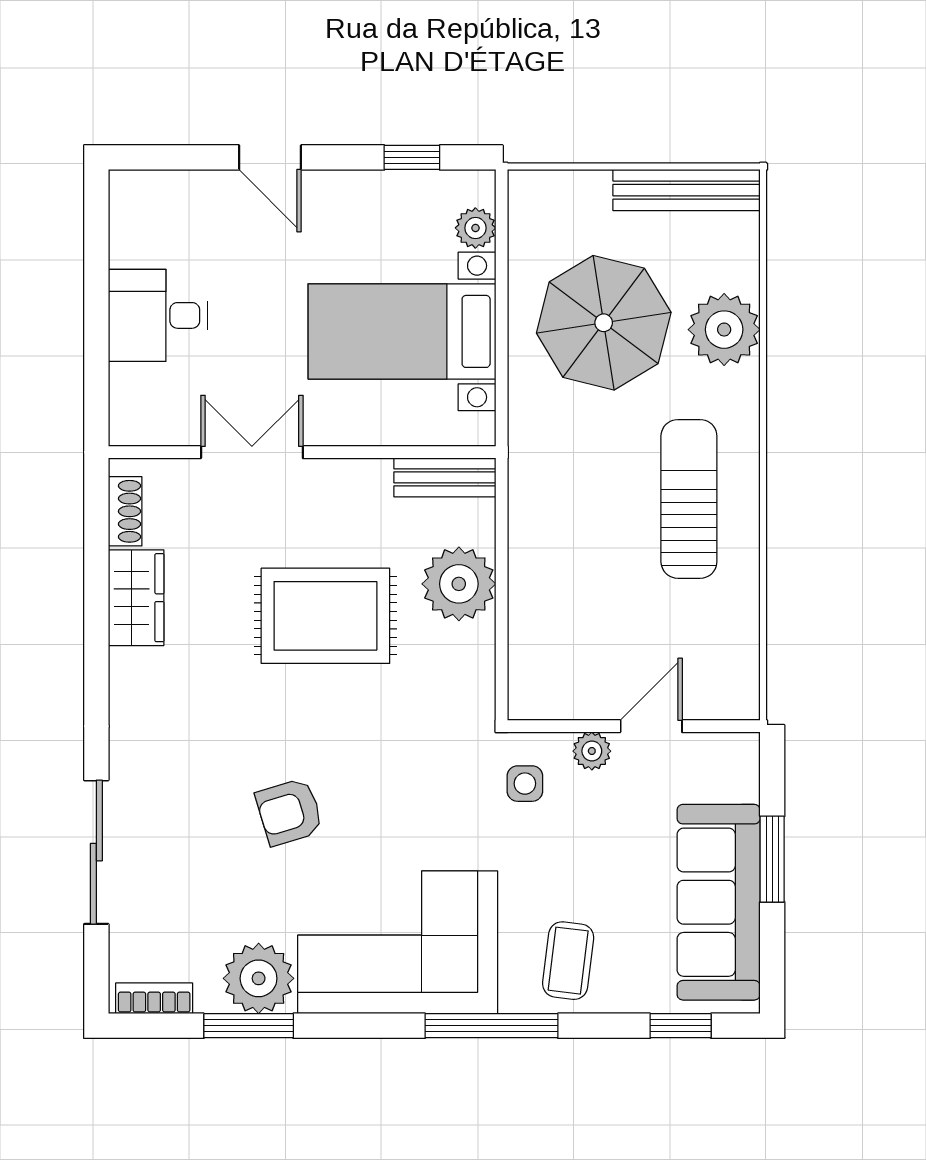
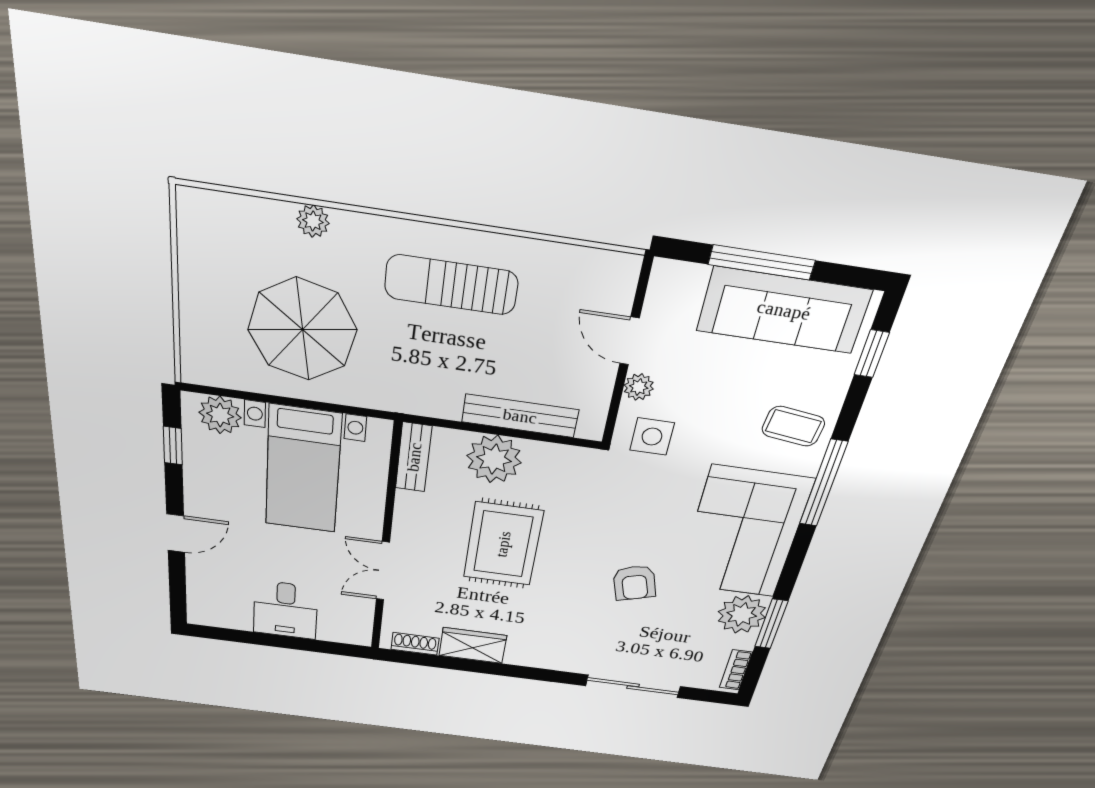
bench: (687, 190) -> (520, 416), moved, turned 90
plant: (475, 228) -> (220, 415), width x1.38, depth x1.38
plant: (724, 330) -> (313, 221), width x0.53, depth x0.53
side table: (525, 784) -> (652, 437), width x1.37, depth x1.37
window: (772, 859) -> (762, 262), width x1.44

